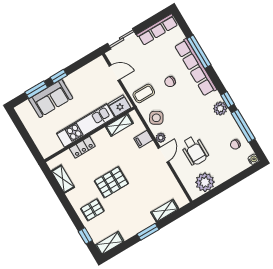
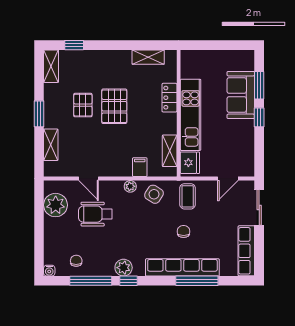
door: (163, 155) -> (89, 179), moved
pallet: (92, 210) -> (83, 105), moved

